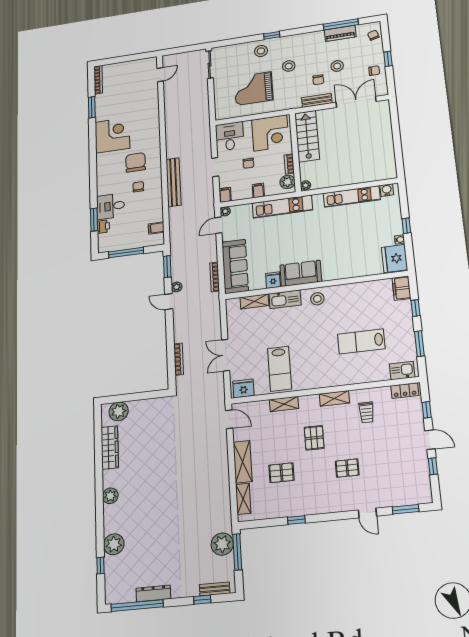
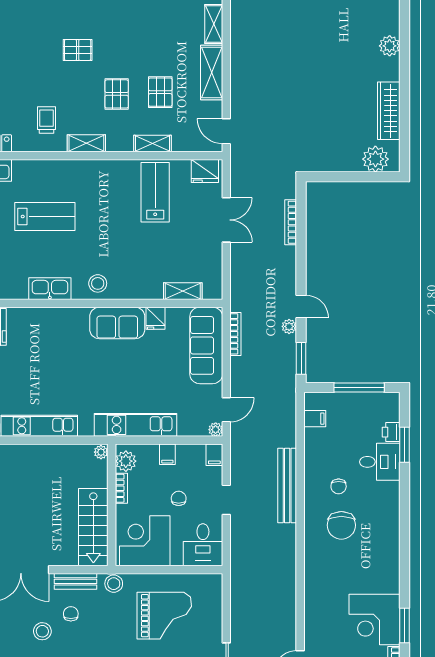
stool: (289, 66) -> (114, 584), moved
corner desk: (112, 135) -> (375, 619), moved
kitchen sink: (285, 299) -> (50, 289), moved
pallet: (281, 473) -> (160, 92), moved, turned 90

